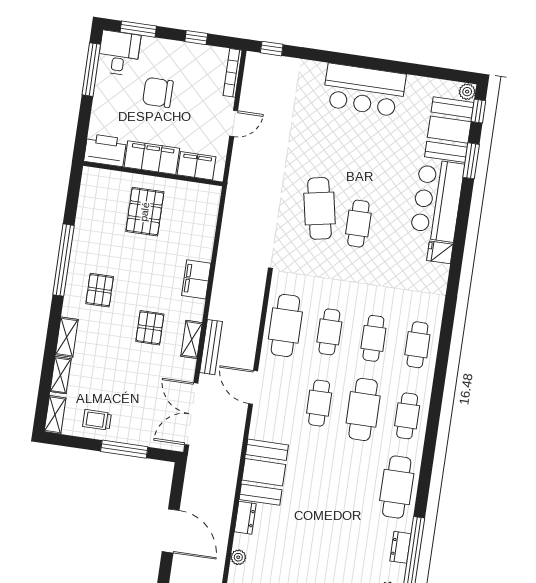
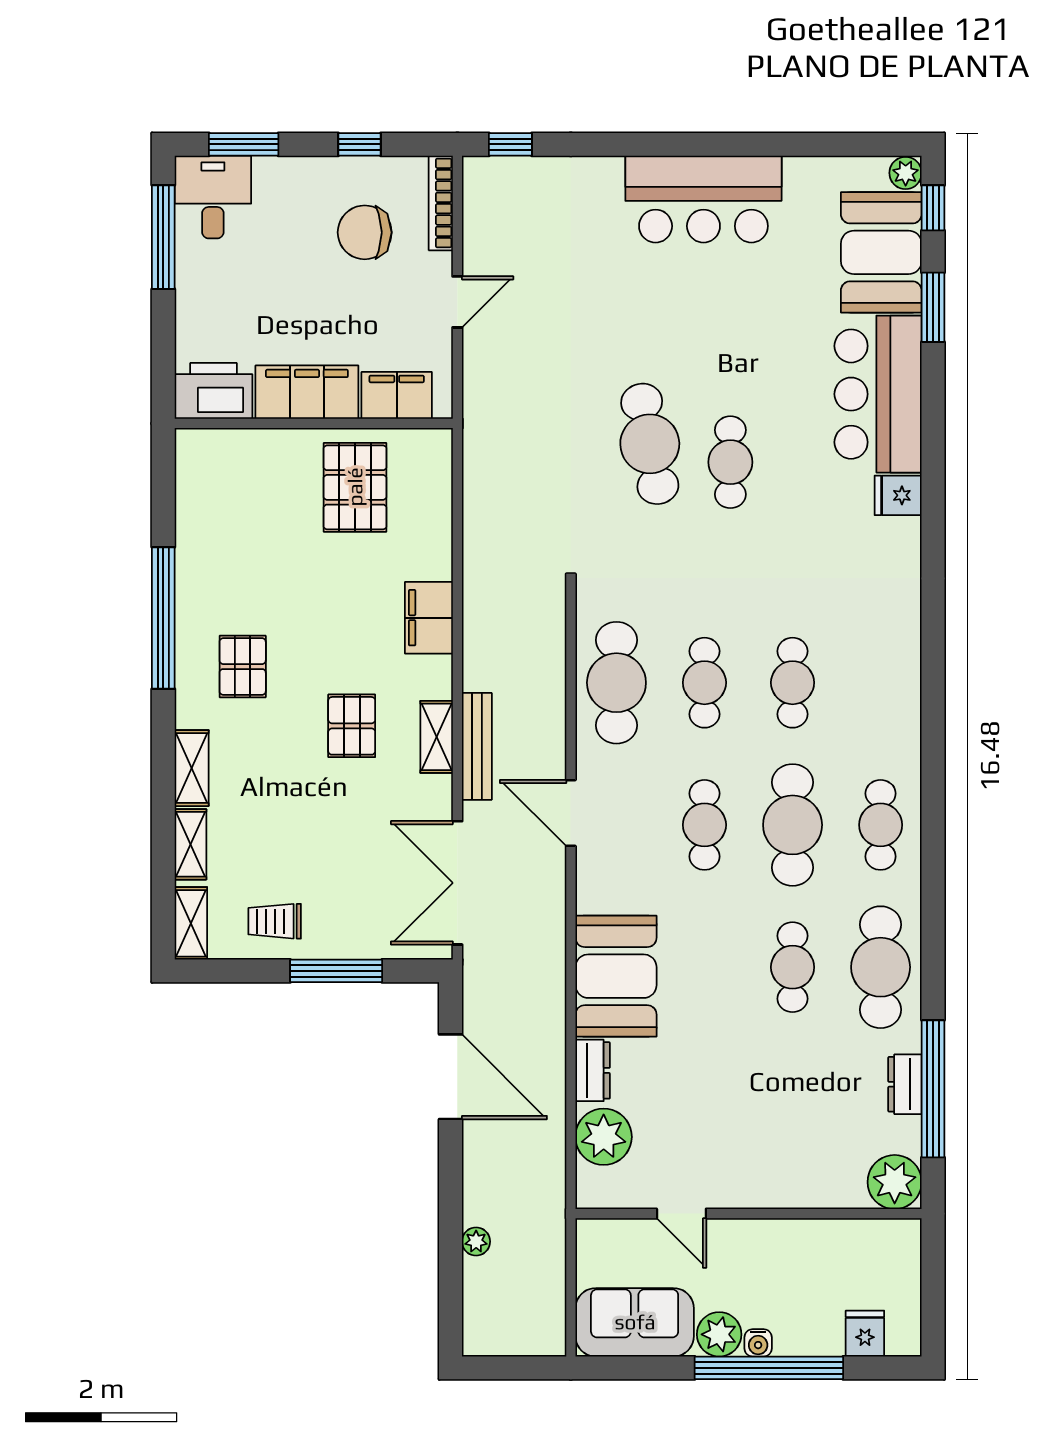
chair: (158, 92) -> (365, 232), moved
pallet: (145, 212) -> (355, 487), moved
cafe table: (417, 345) -> (793, 967), moved
door: (171, 531) -> (451, 1077), moved
plant: (238, 557) -> (604, 1137), width x1.88, depth x1.88

